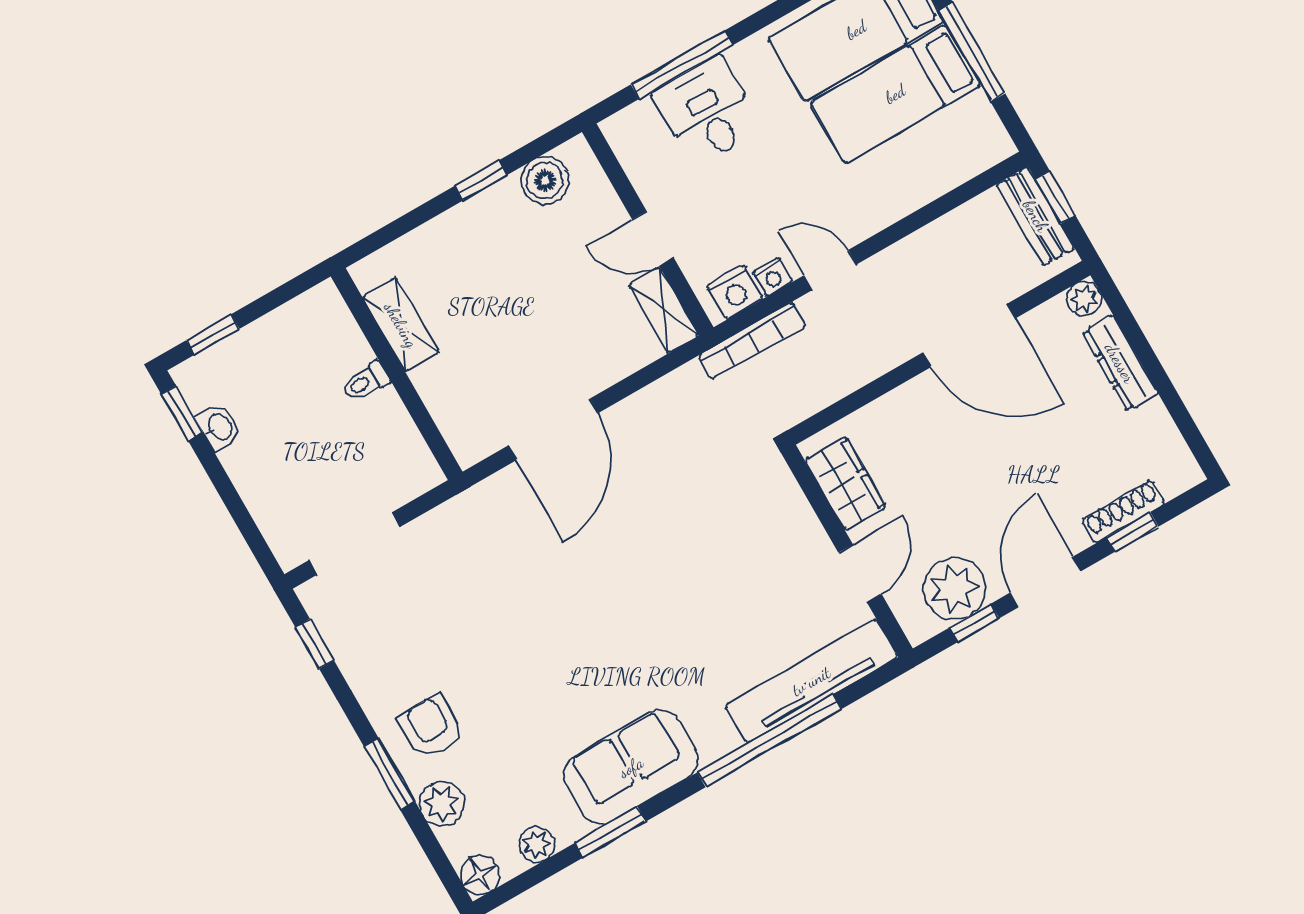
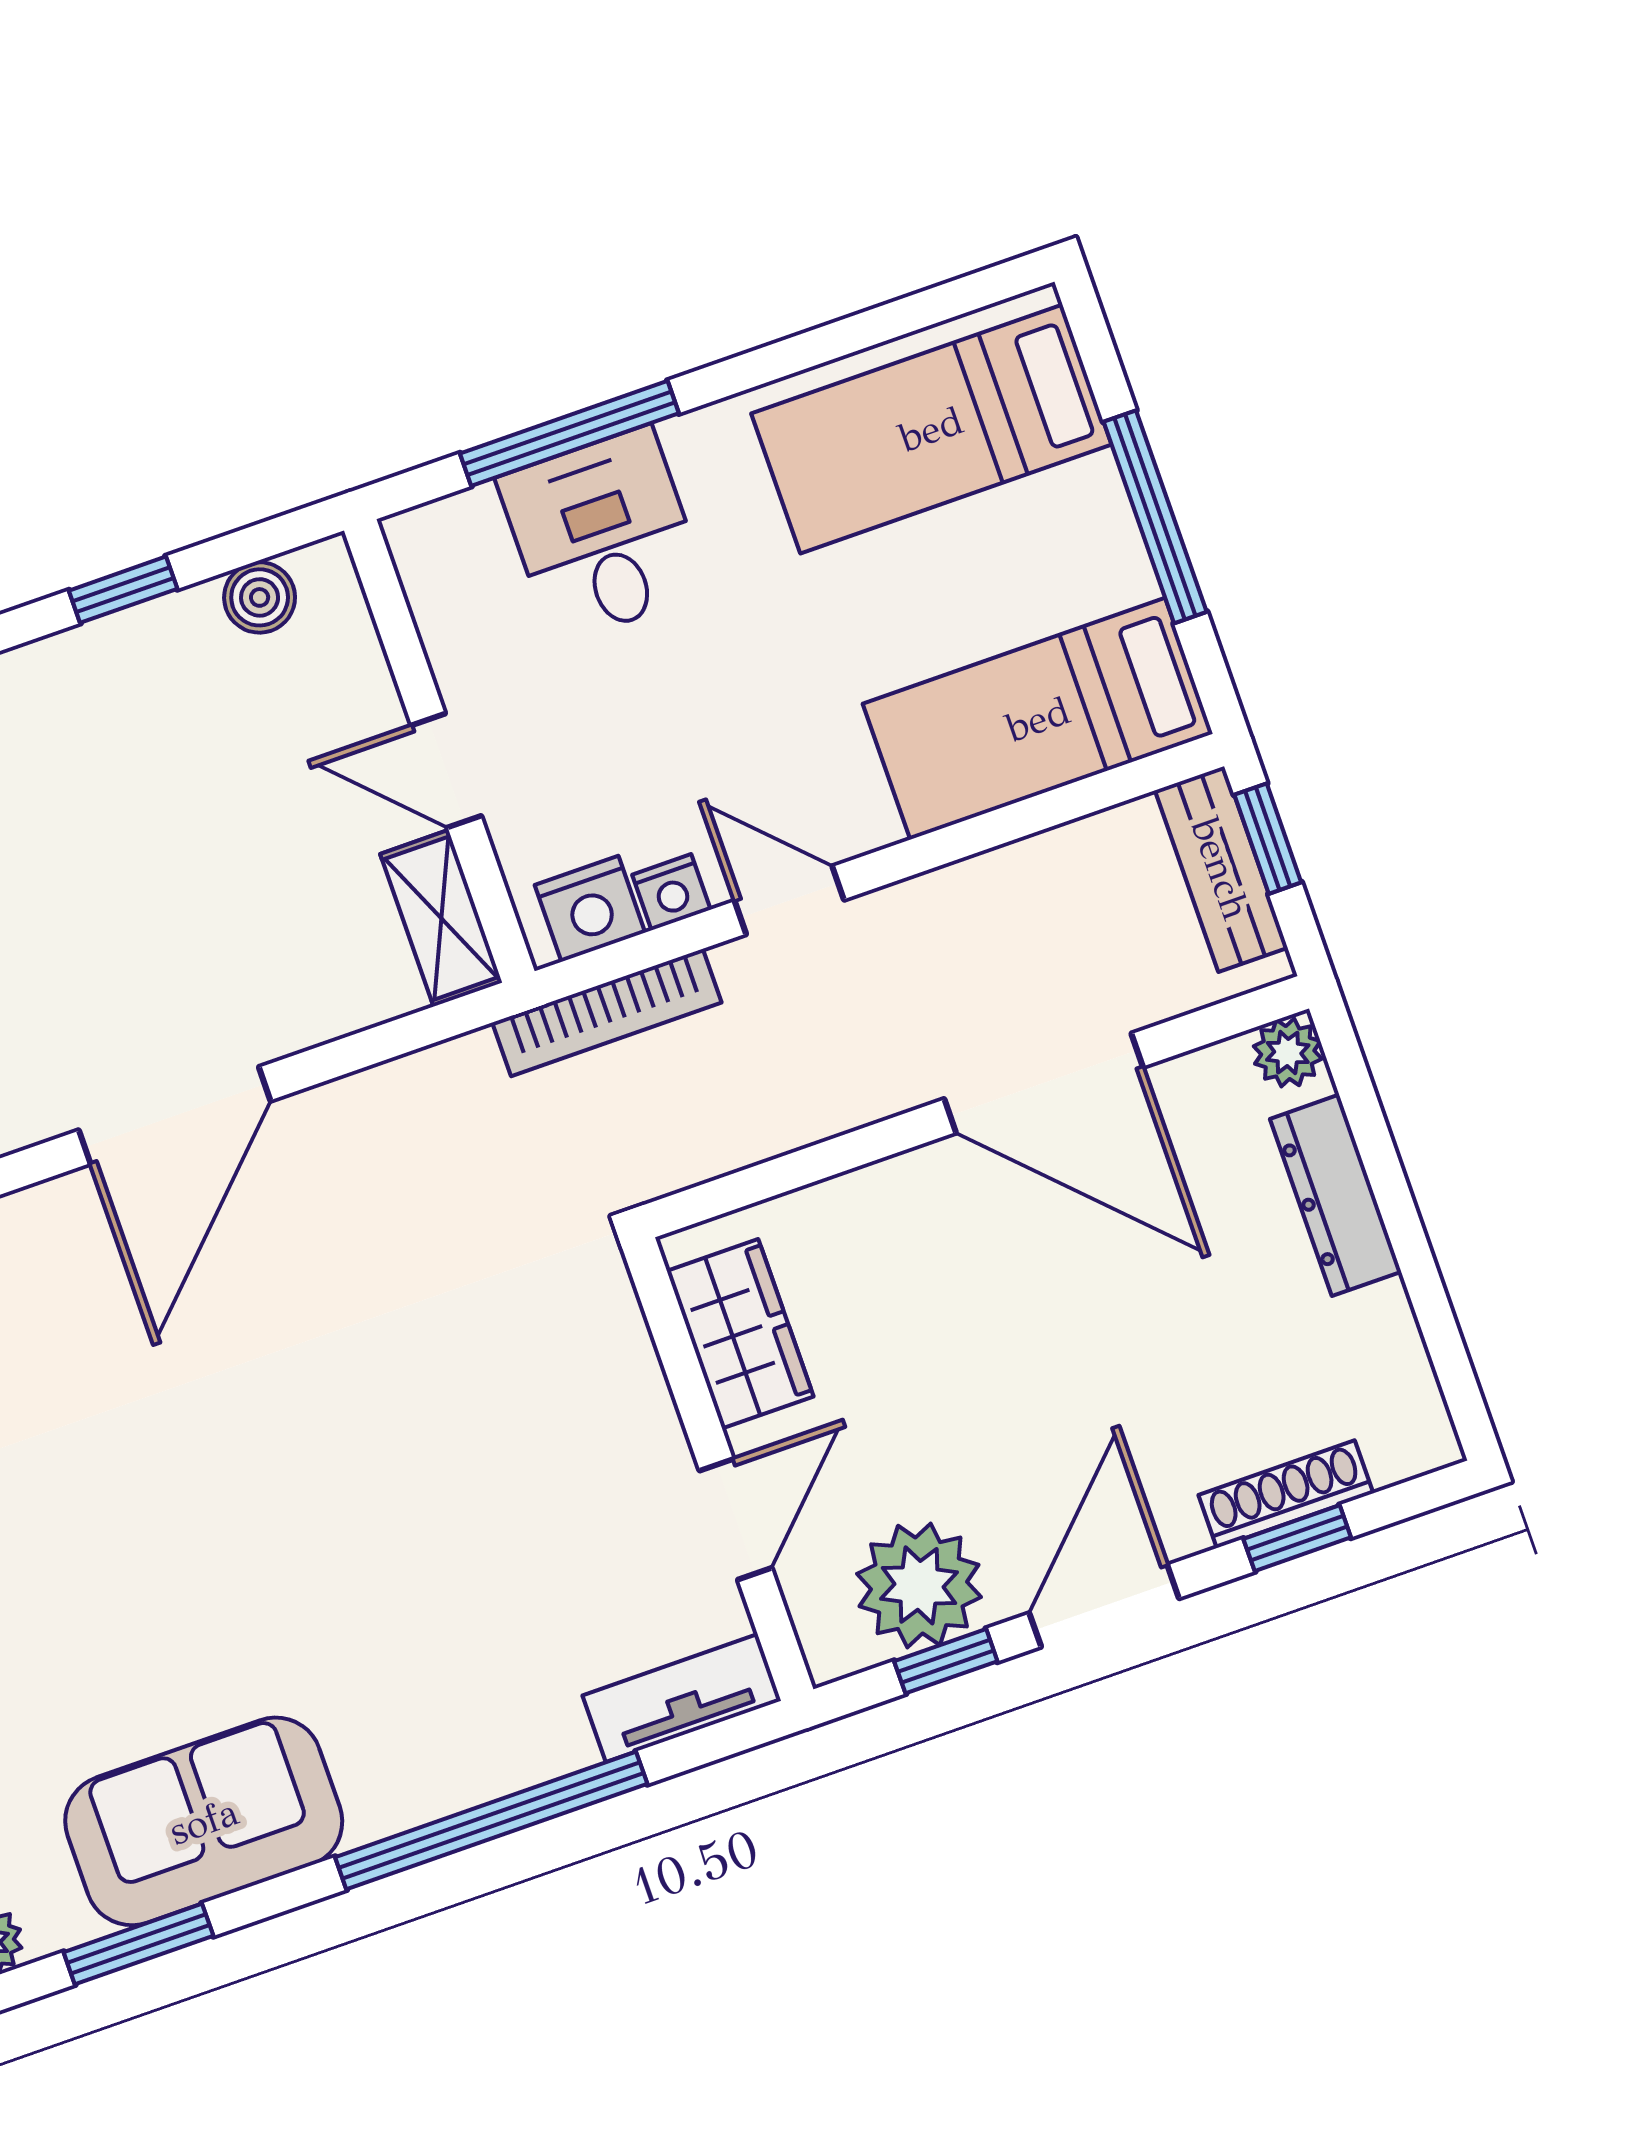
bed: (895, 94) -> (1038, 719), moved
boiler: (545, 181) -> (260, 597), width x0.73, depth x0.73
tv unit: (811, 681) -> (682, 1698), width x0.52, depth x0.78

